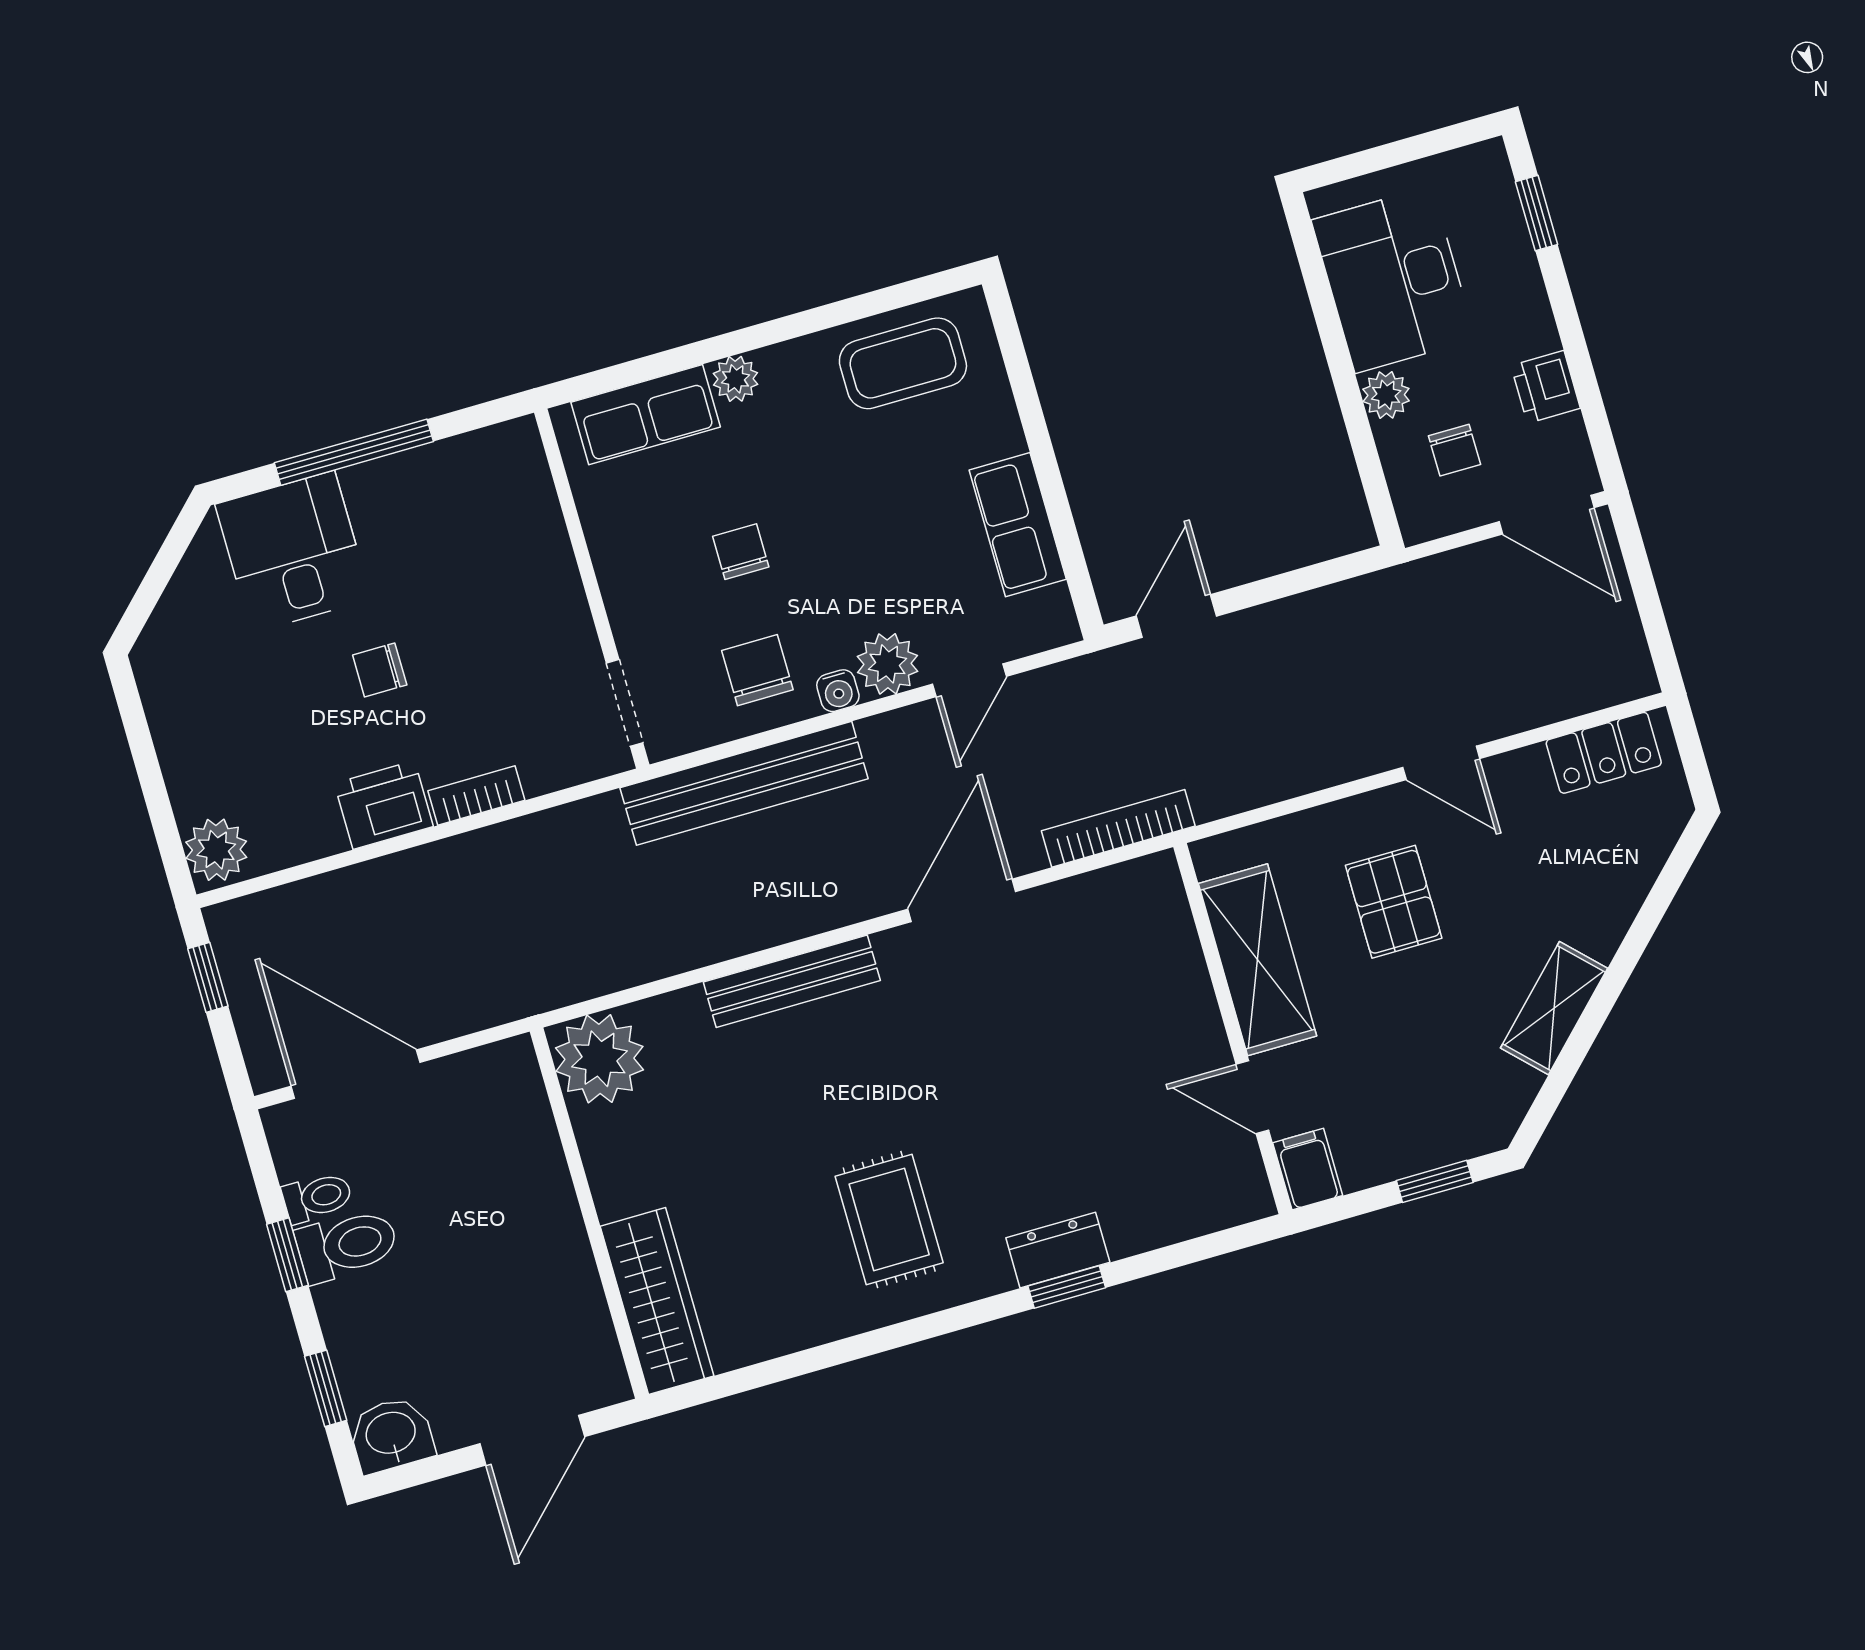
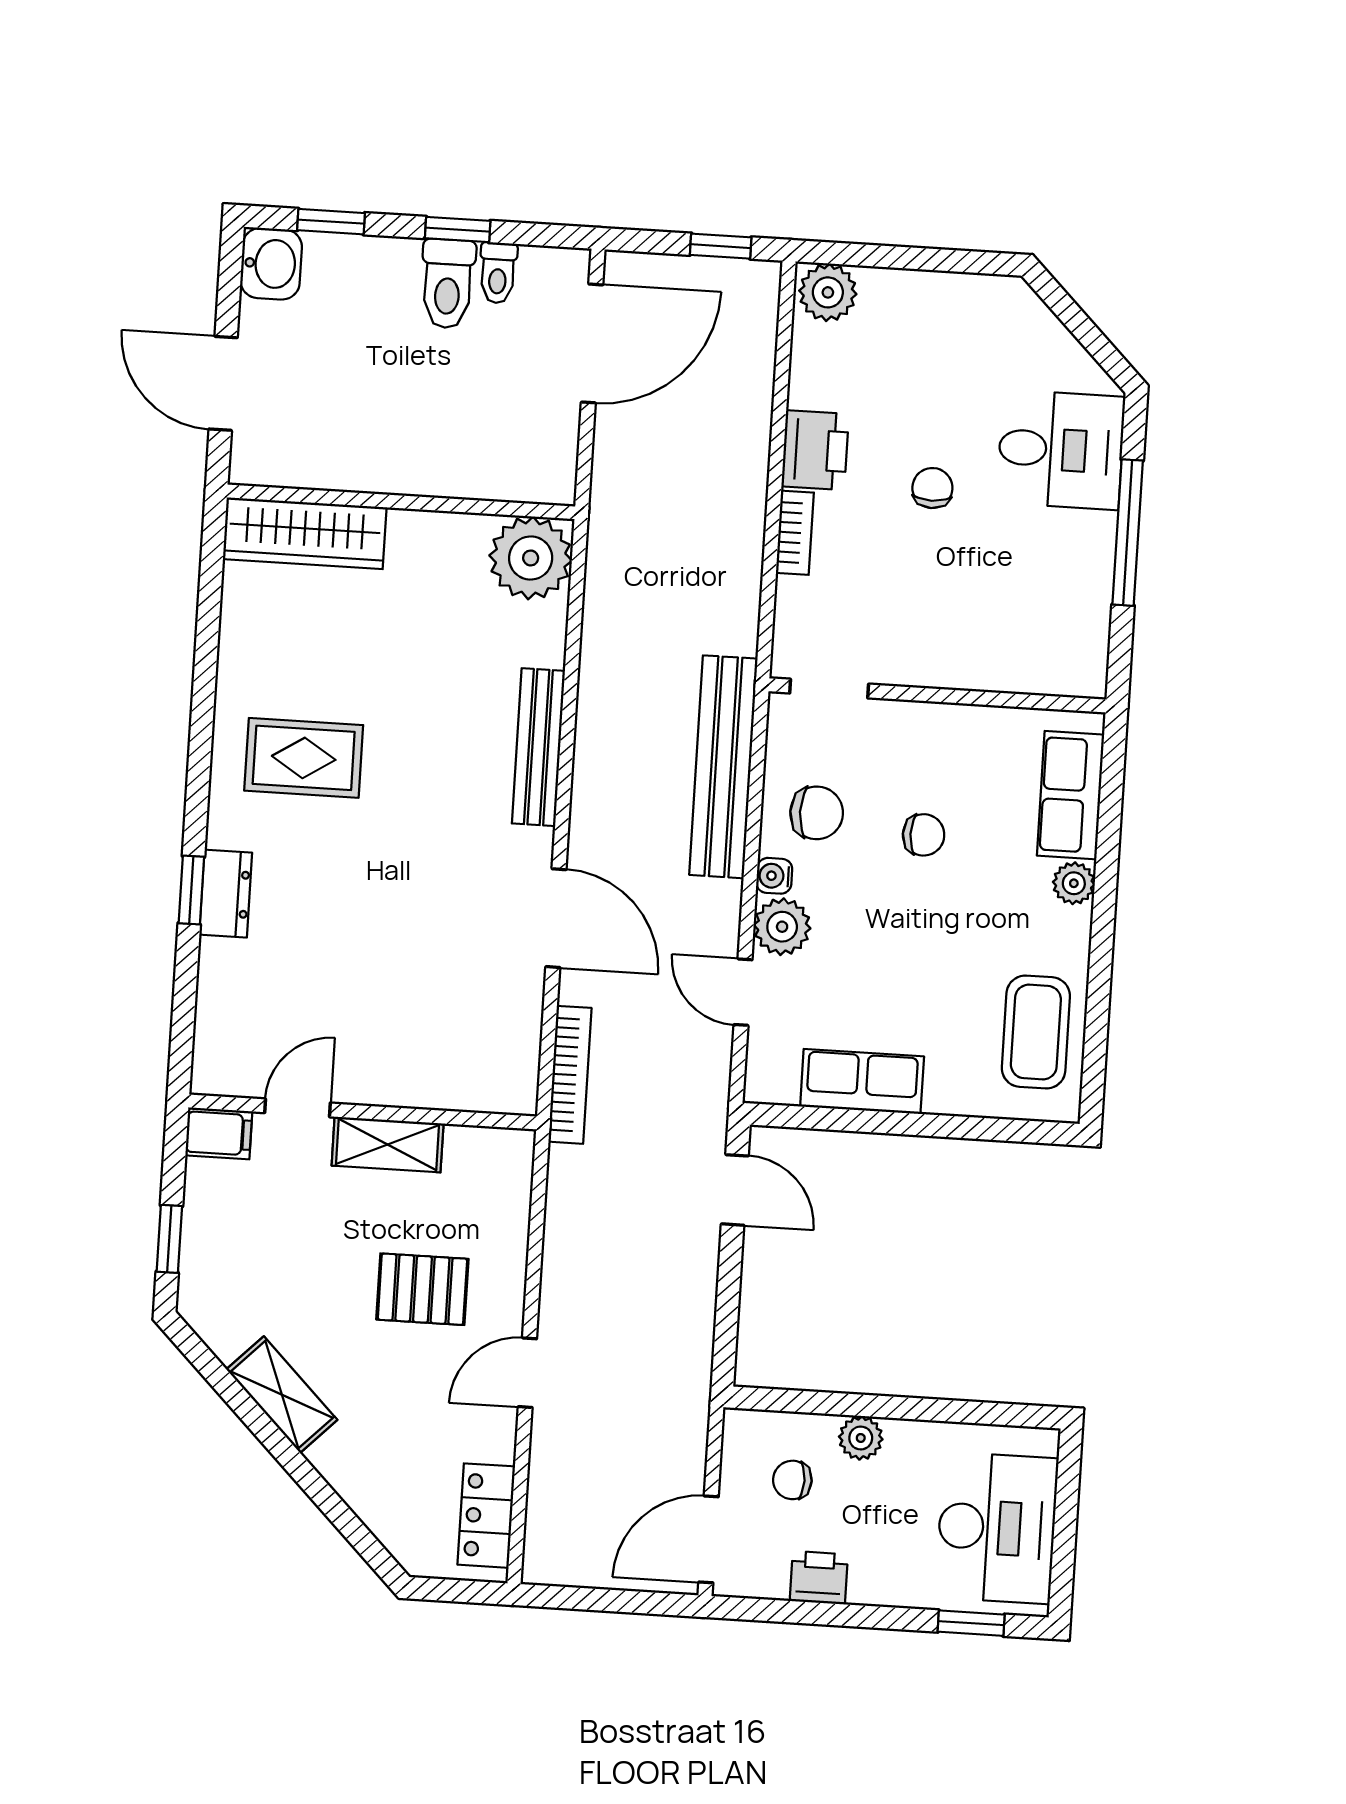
desk: (1393, 280) -> (997, 1528), moved, turned 90
shelving: (1258, 960) -> (388, 1144), width x0.67, depth x0.75

